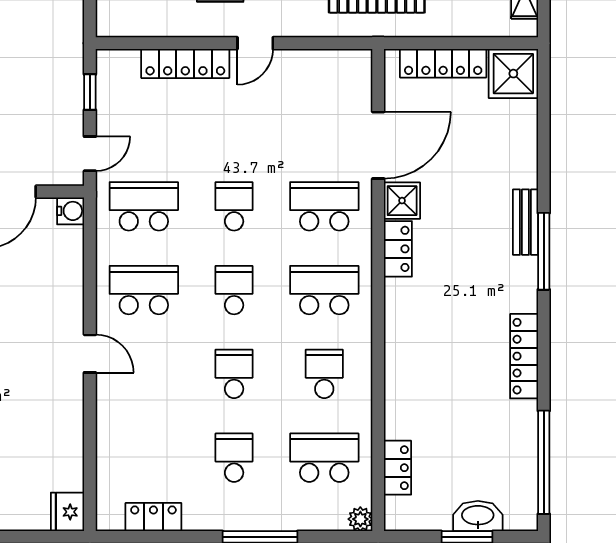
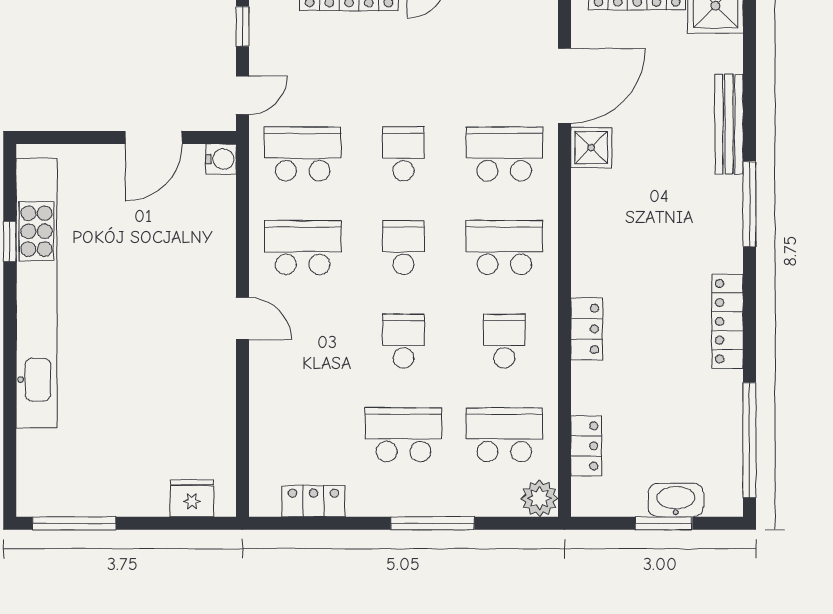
bench: (525, 222) -> (729, 124), moved, width x1.36
locker: (398, 249) -> (587, 329), moved
school desk: (234, 458) -> (403, 435), width x1.85
fridge: (68, 512) -> (192, 498), moved, turned 90
plant: (360, 519) -> (539, 498), width x1.38, depth x1.38

